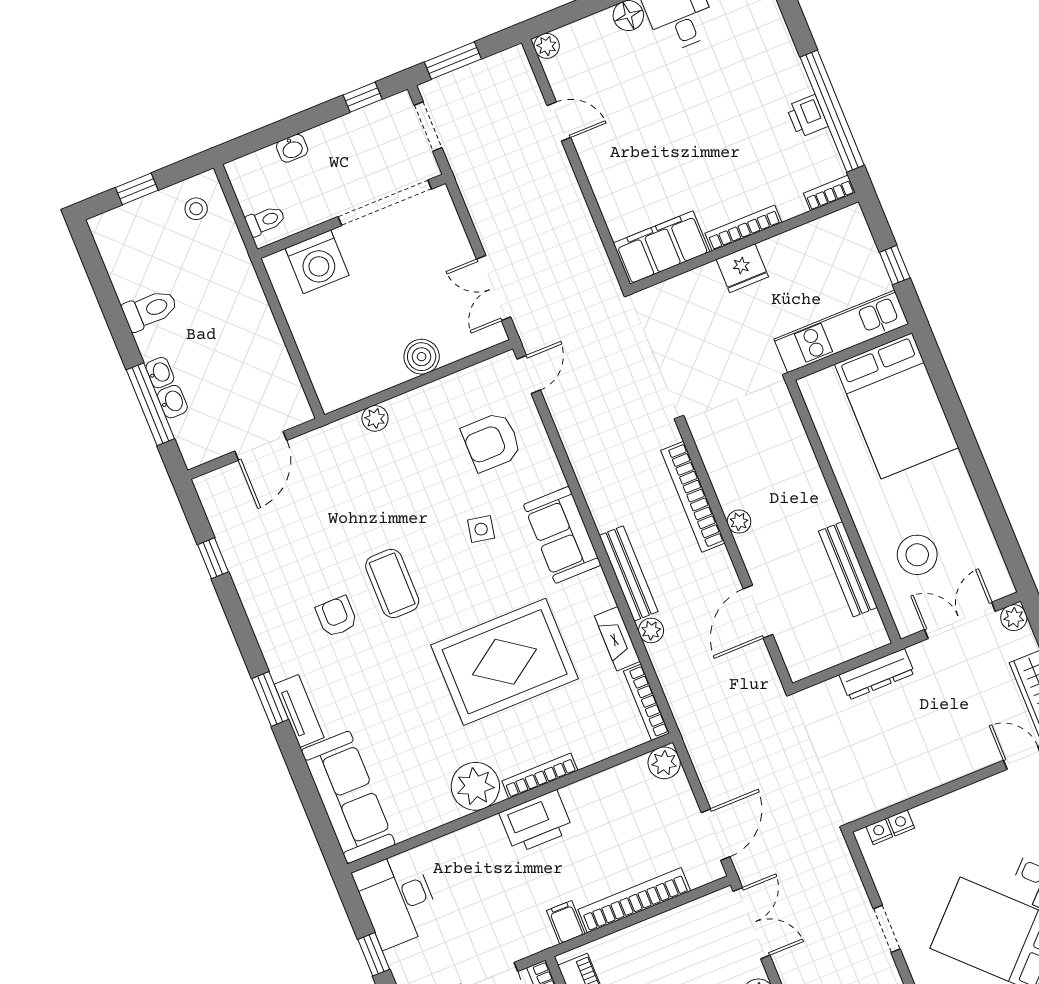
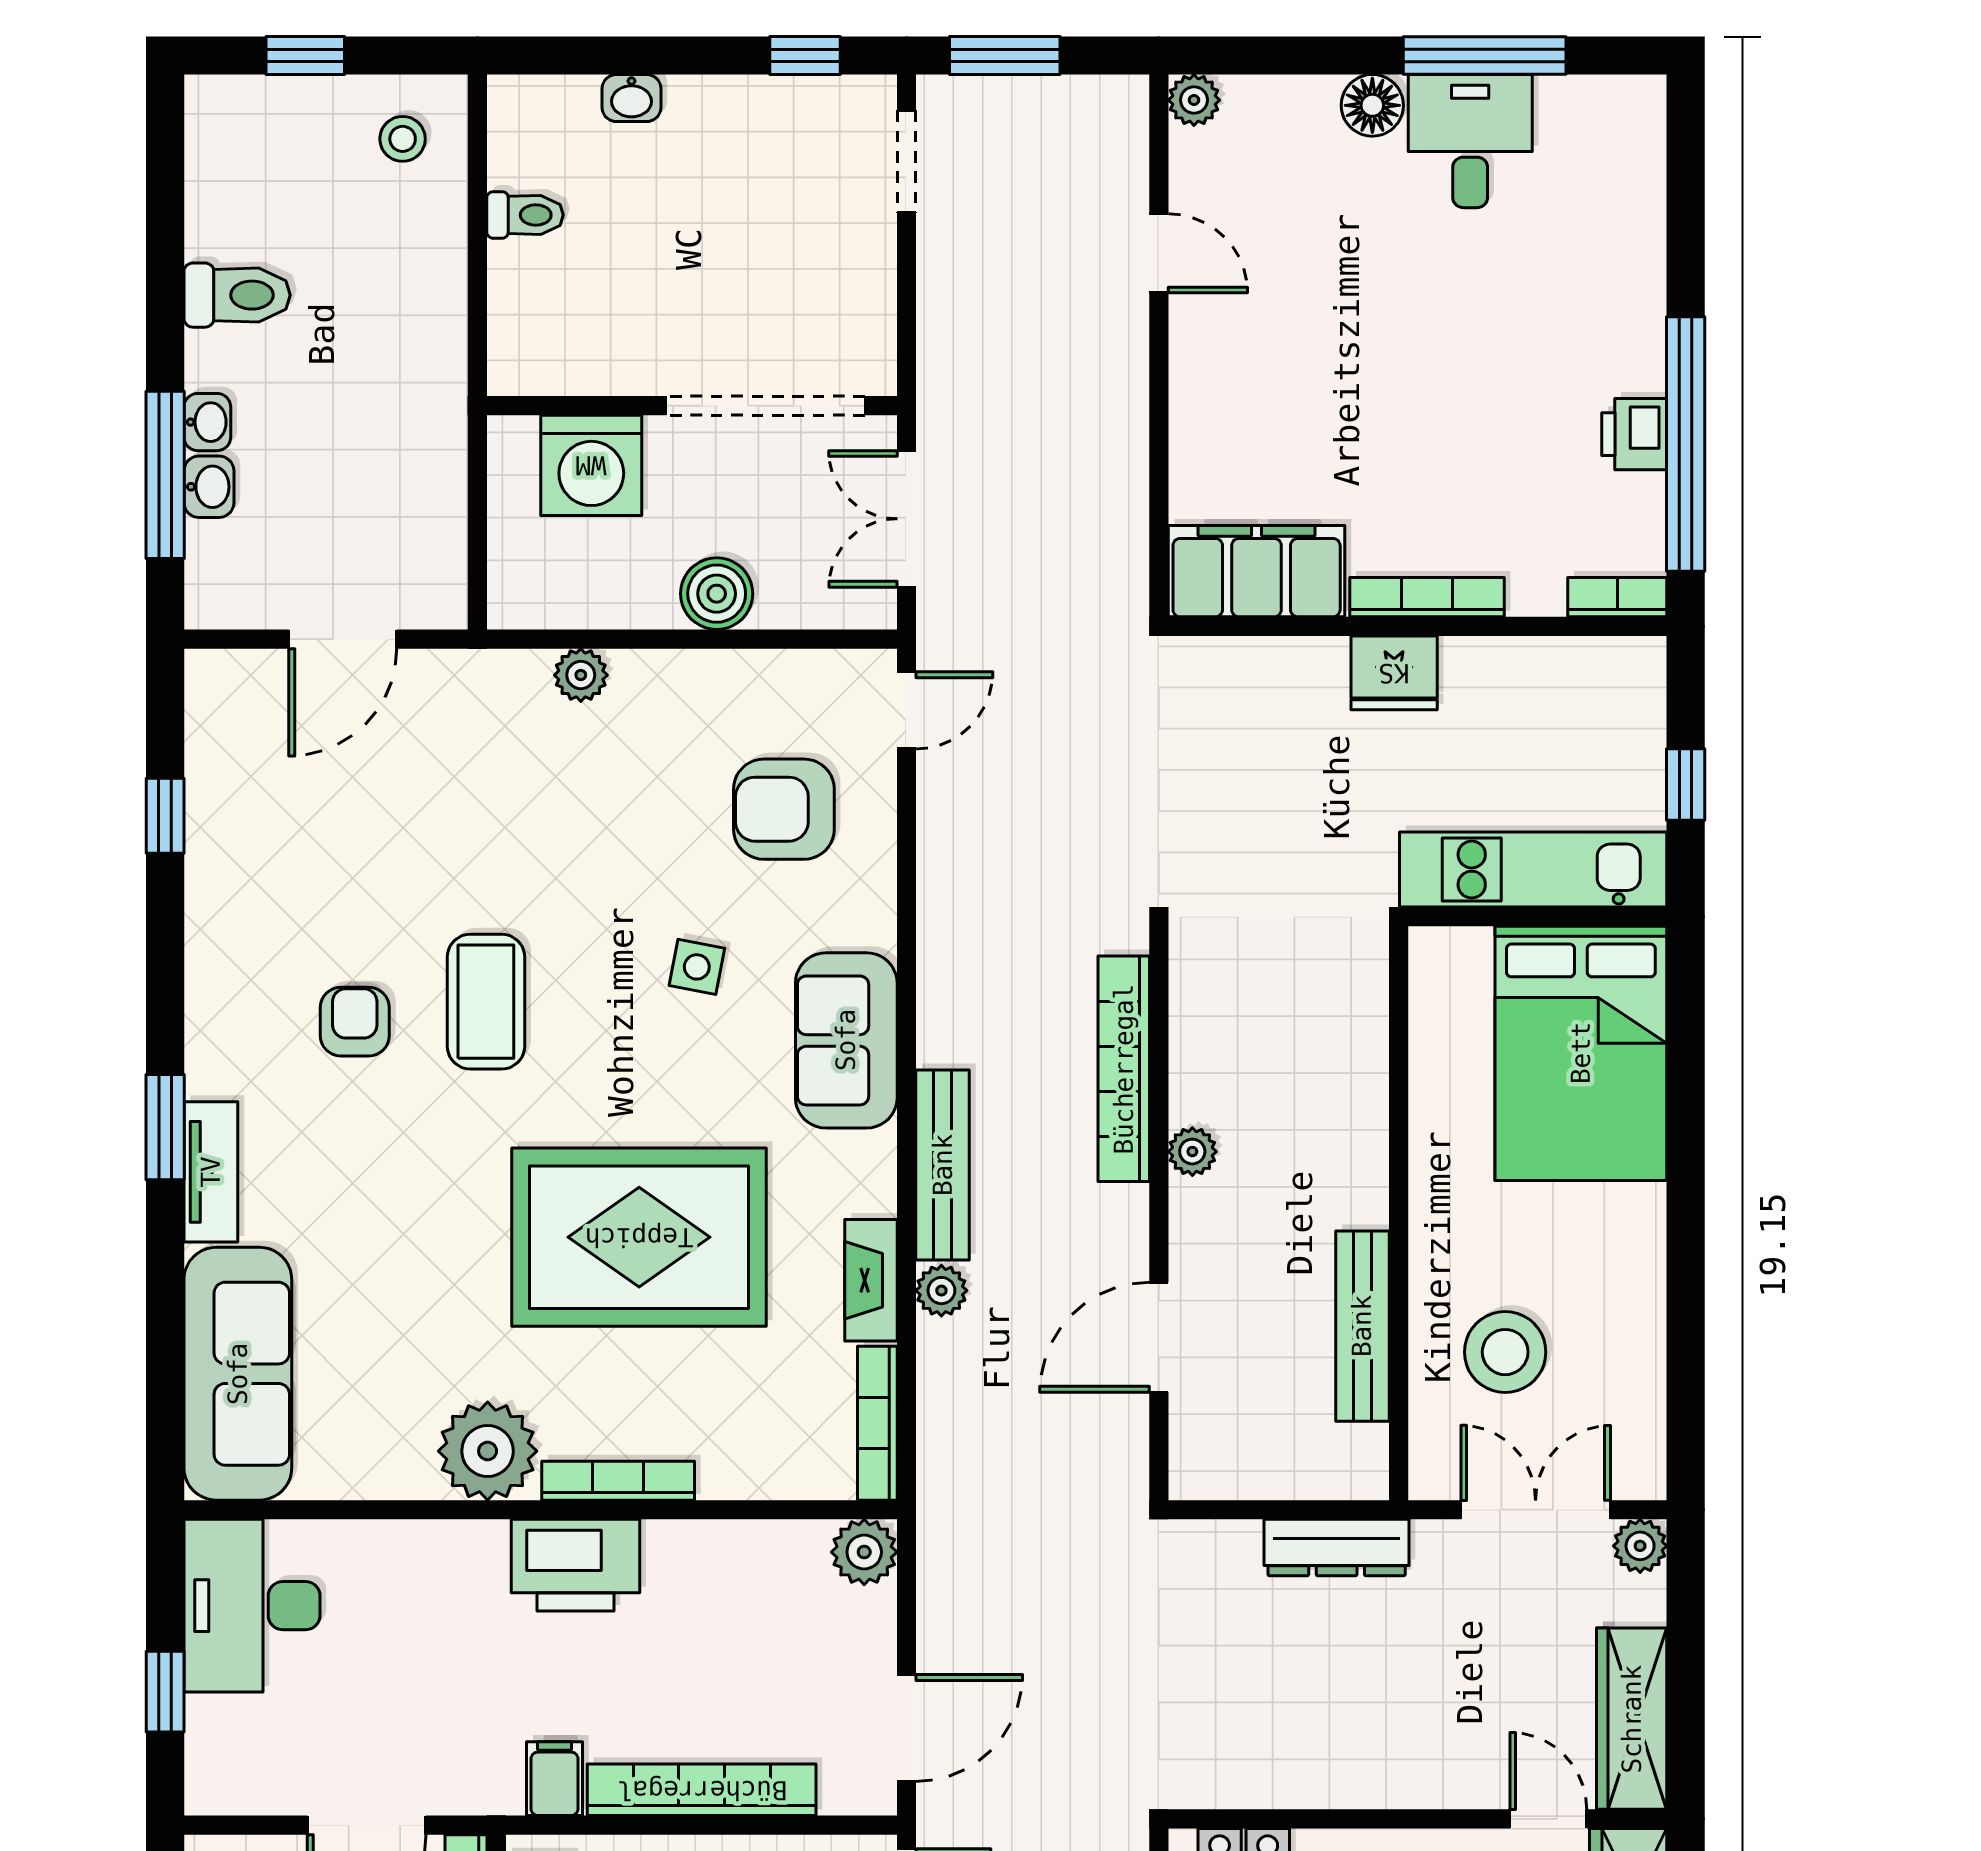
doorway: (385, 203) -> (765, 406), moved
wall: (352, 216) -> (692, 406), moved
washing machine: (317, 262) -> (591, 465), moved

